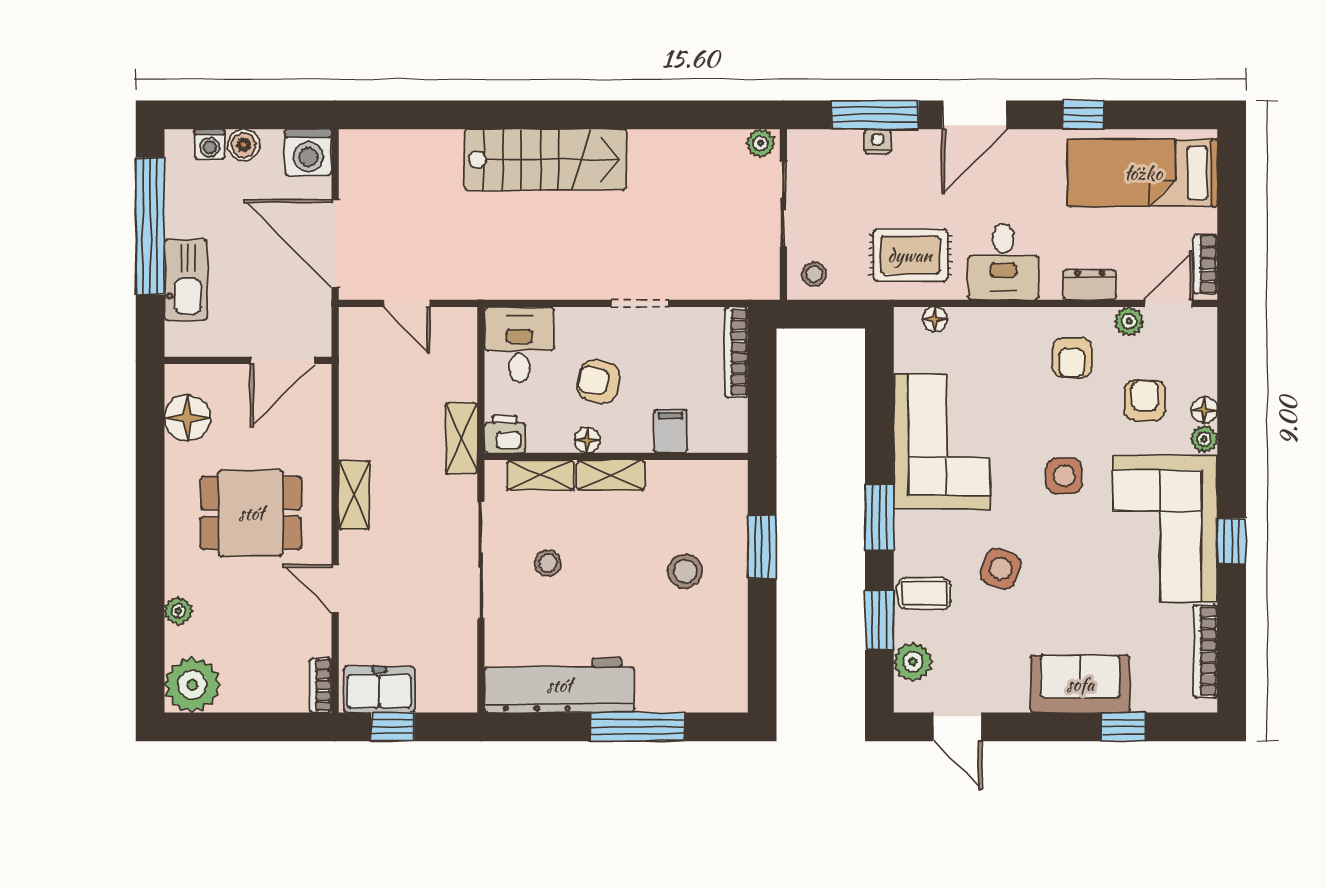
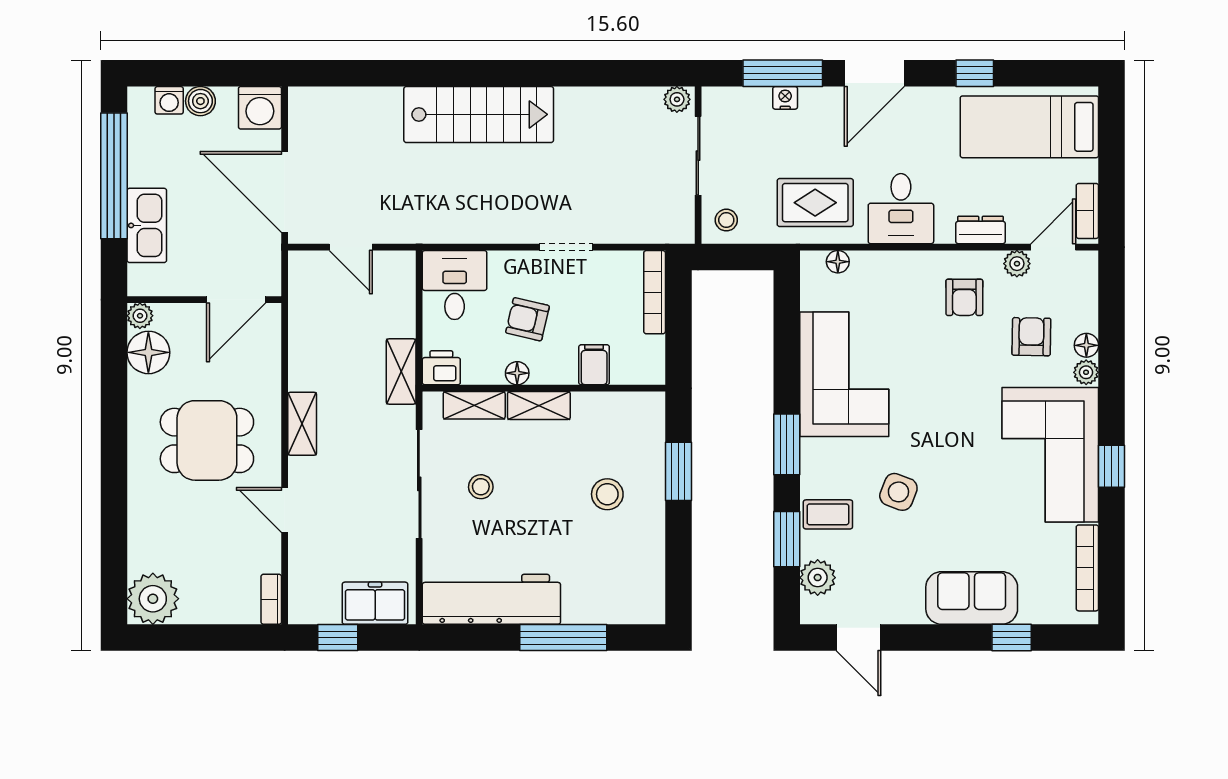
side table: (1064, 476) -> (957, 406), removed
plant: (178, 611) -> (140, 316), moved
freezer: (379, 690) -> (375, 603), moved

